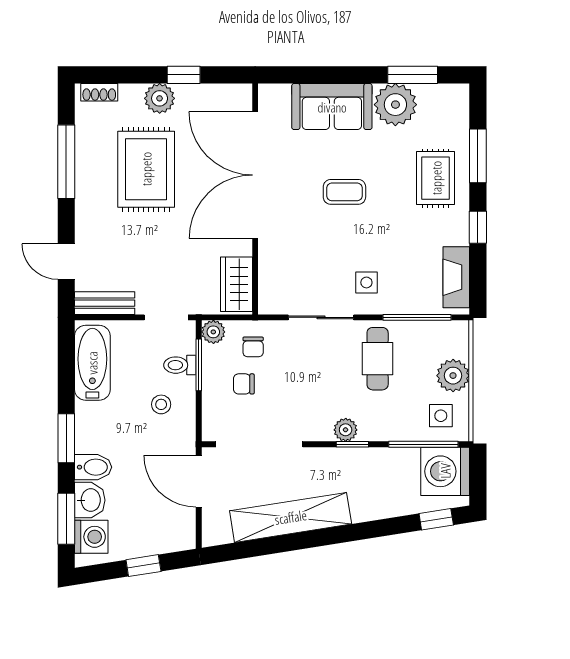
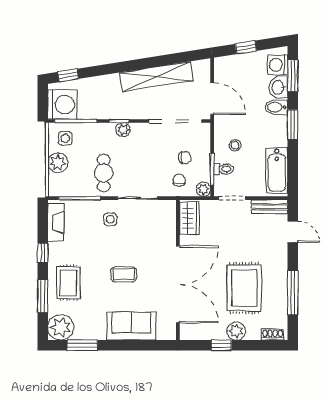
plant: (395, 105) -> (61, 327), moved

